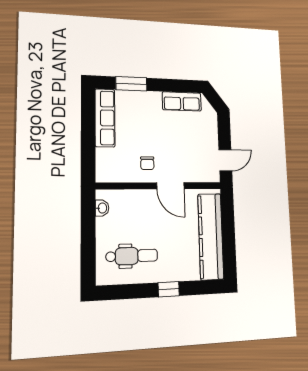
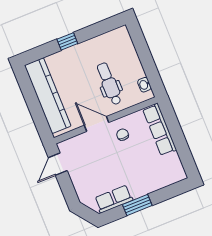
window: (131, 84) -> (137, 205), moved
row of seats: (105, 118) -> (160, 130), moved
dental chair: (132, 256) -> (109, 84), moved, turned 90

